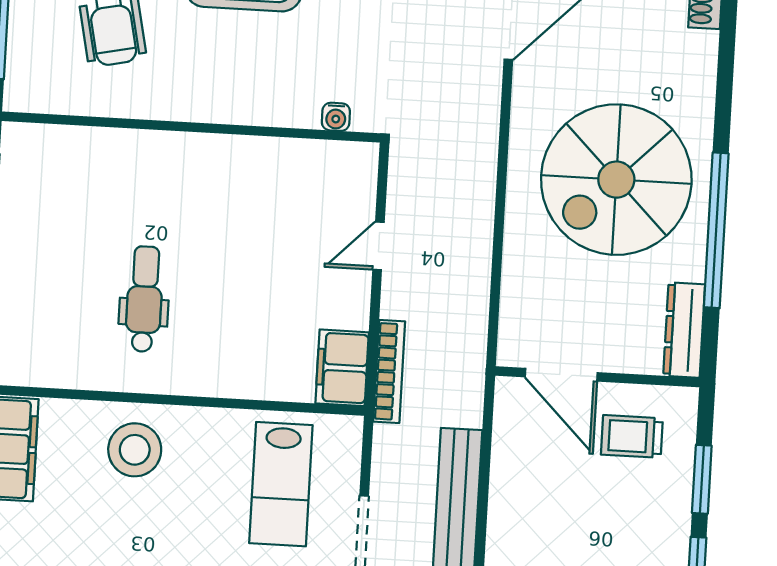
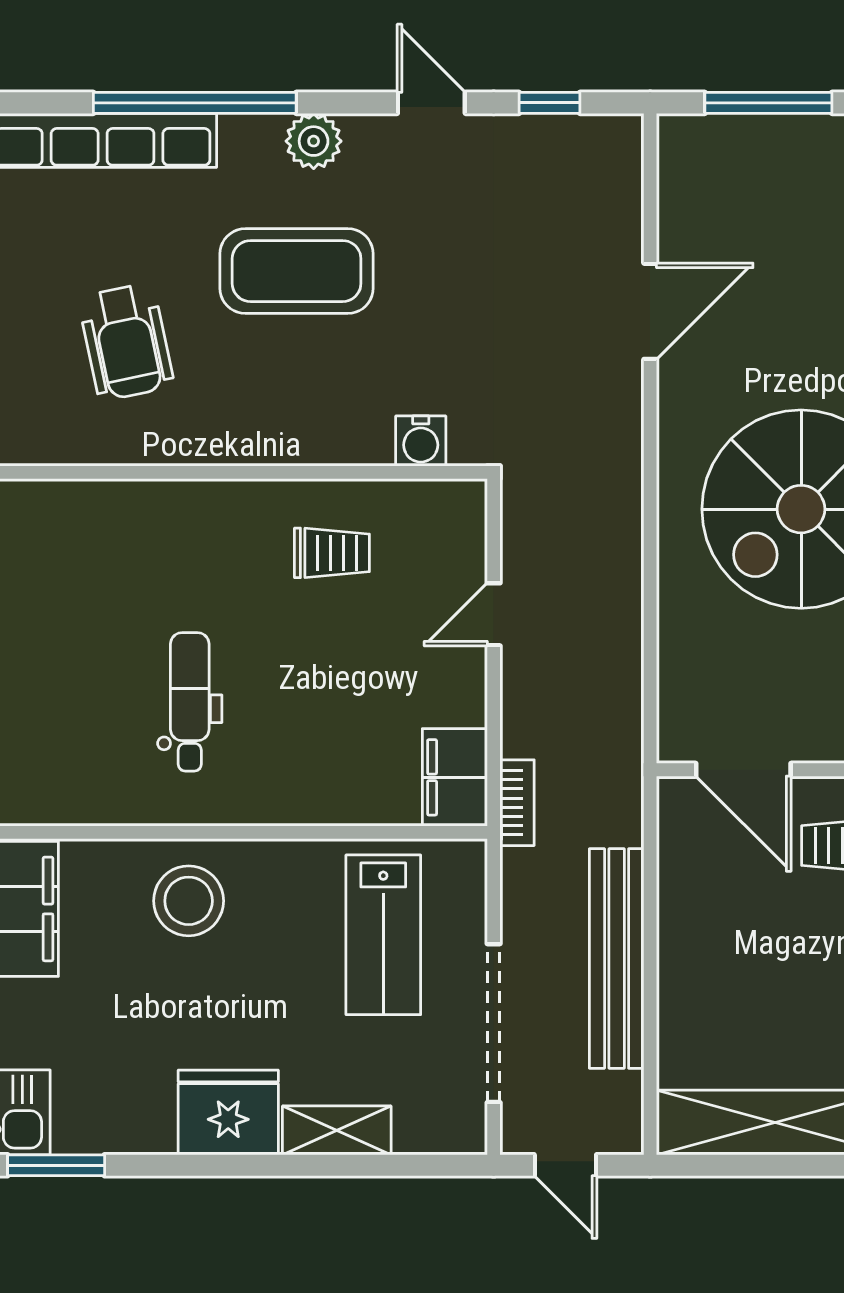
water cooler: (336, 117) -> (421, 441), width x1.38, depth x1.38
trolley: (259, 192) -> (332, 553), added
bookcase: (389, 371) -> (517, 803), width x0.64

